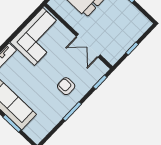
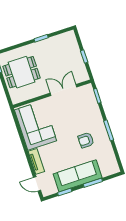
double door: (88, 46) -> (64, 90), swing flipped
armchair: (66, 86) -> (86, 140), moved

